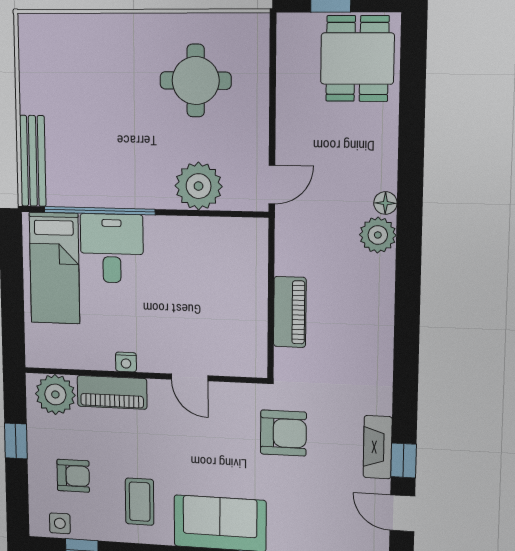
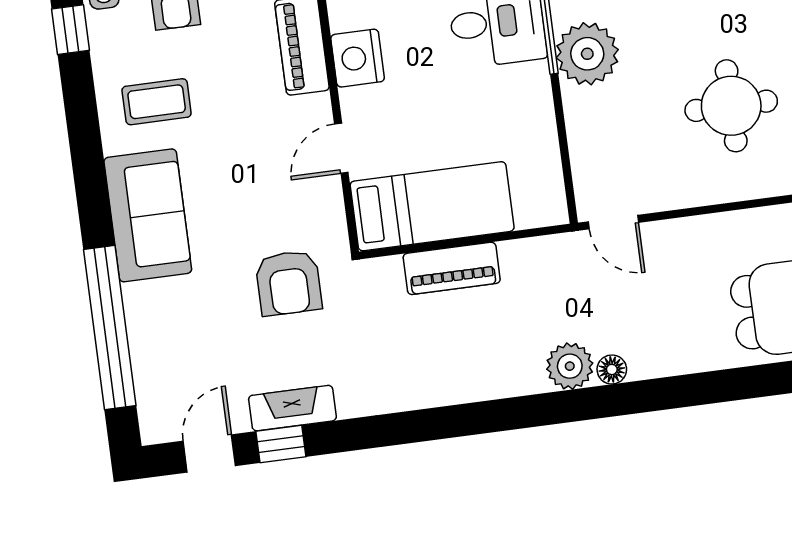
plant: (199, 186) -> (587, 54), moved
bed: (241, 319) -> (432, 206), added
nightstand: (126, 362) -> (358, 58), width x1.89, depth x1.79

